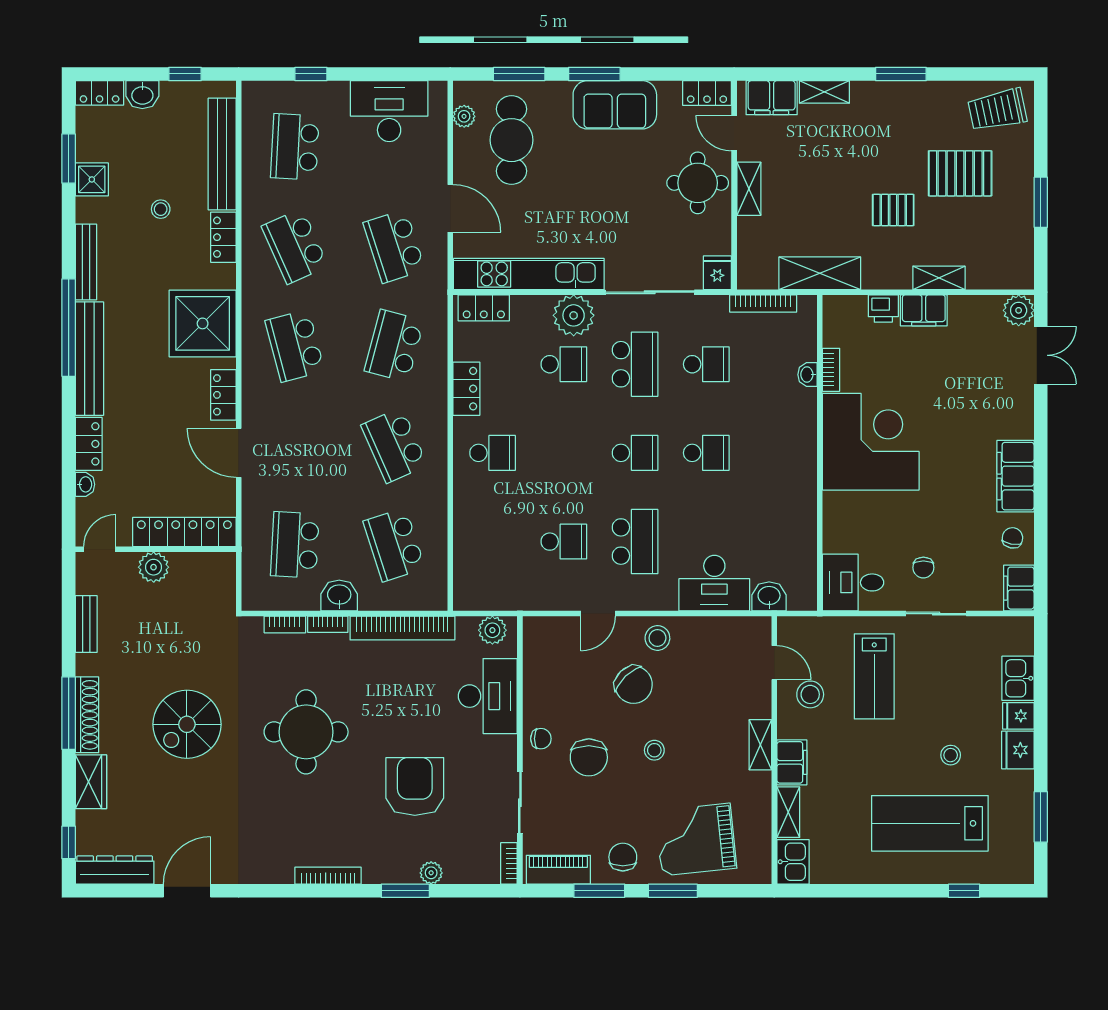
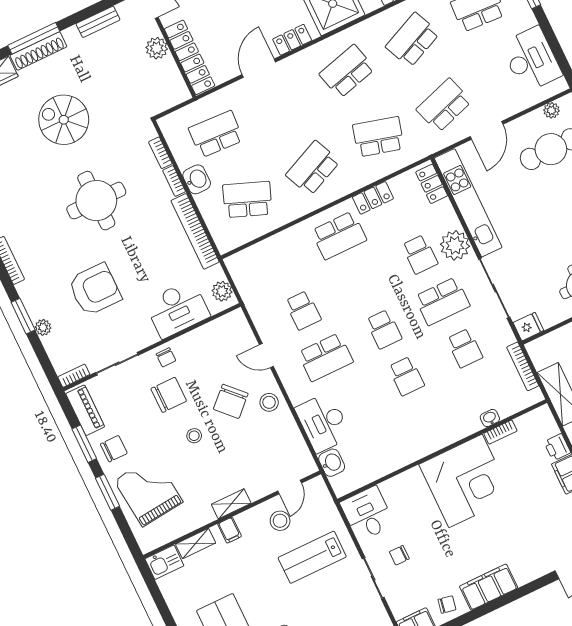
school desk: (493, 453) -> (339, 235), width x1.85
school desk: (394, 545) -> (247, 200), turned 39
chair: (589, 757) -> (169, 395), turned 180
filing cabinet: (792, 762) -> (230, 530), width x0.50

